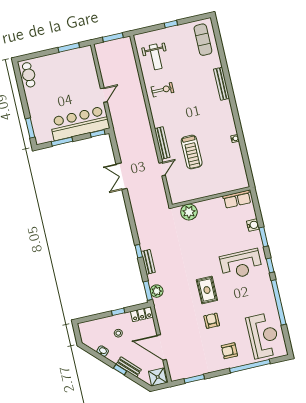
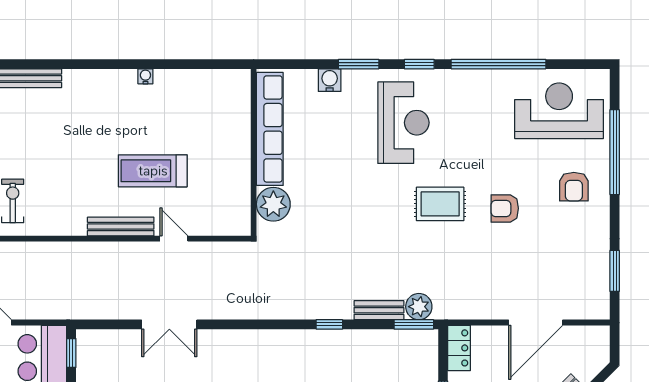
treadmill: (192, 152) -> (153, 171), turned 180
row of seats: (237, 199) -> (270, 129), width x2.02
bench: (148, 262) -> (379, 310), moved
shower: (158, 377) -> (594, 344), removed

